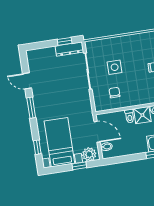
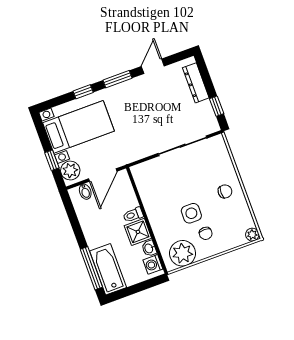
dresser: (69, 49) -> (196, 83), moved
side table: (115, 67) -> (191, 213), moved
chair: (115, 93) -> (225, 191), moved
window: (37, 147) -> (83, 92), moved

